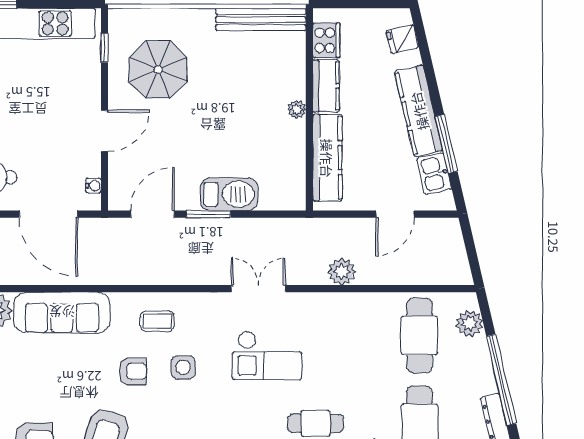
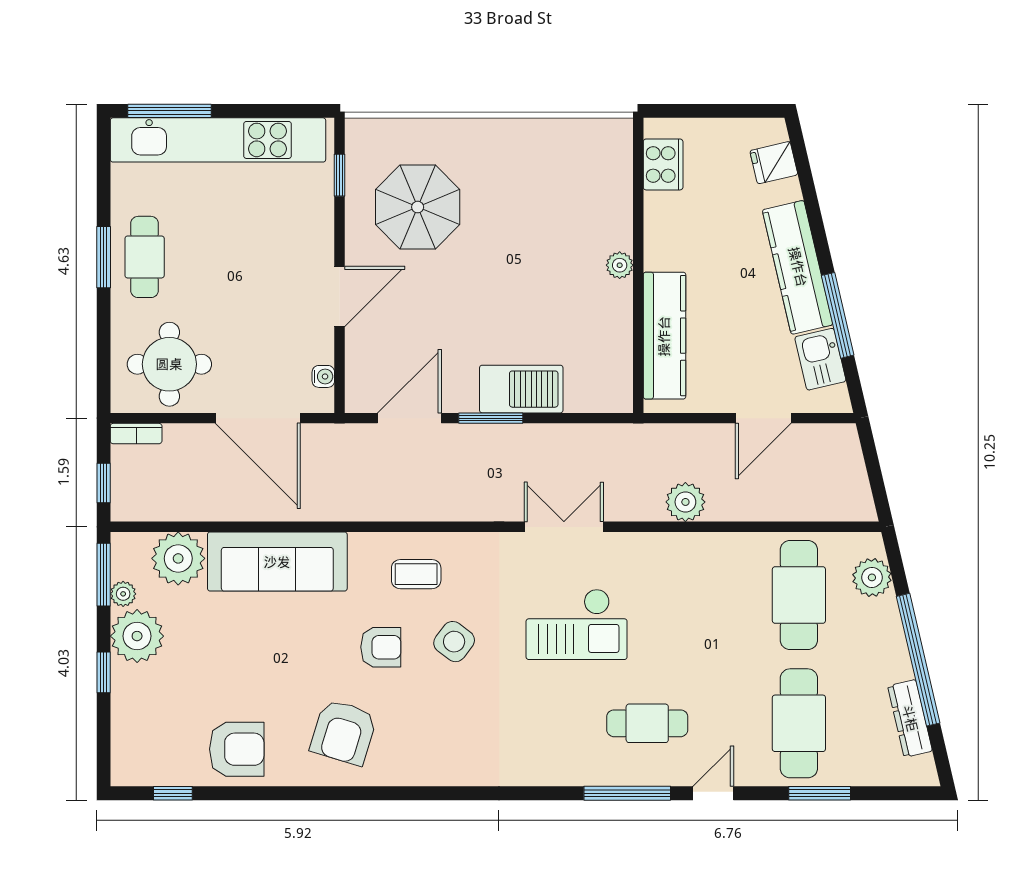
bench: (261, 19) -> (567, 134), removed
kitchen counter: (326, 86) -> (662, 231), removed
side table: (183, 367) -> (454, 642), turned 37

